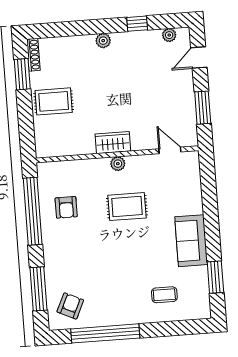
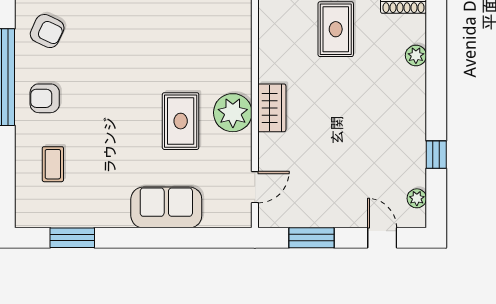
plant: (103, 41) -> (416, 55), moved
plant: (118, 164) -> (233, 113), width x1.87, depth x1.87
armchair: (66, 207) -> (45, 98), moved
sofa: (191, 241) -> (166, 207), moved

